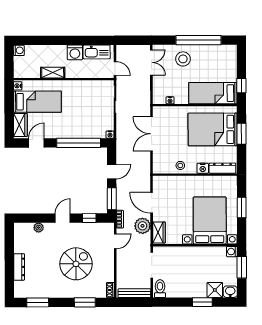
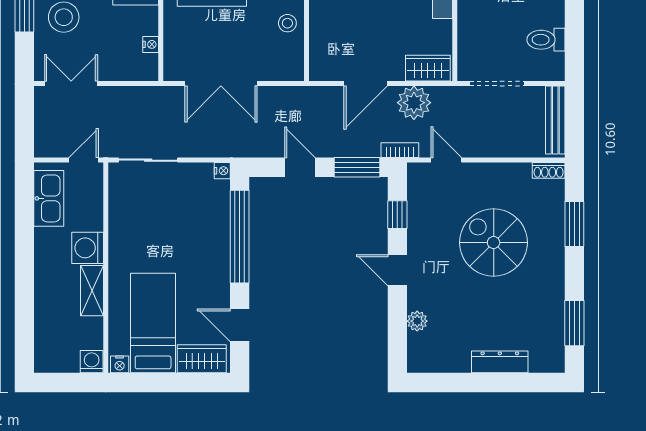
washing machine: (19, 50) -> (92, 362), moved
washing machine: (75, 52) -> (88, 248), moved, turned 180
toilet: (160, 289) -> (546, 40), moved

